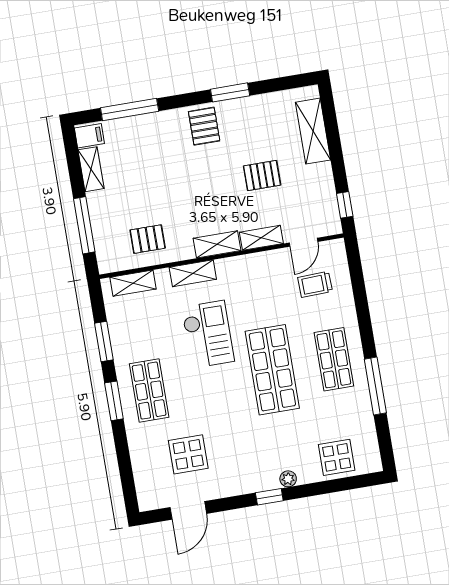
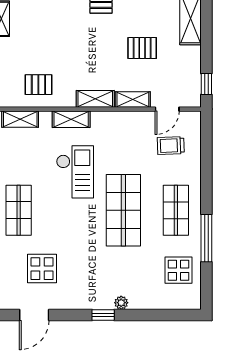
display table: (337, 457) -> (179, 270), moved

